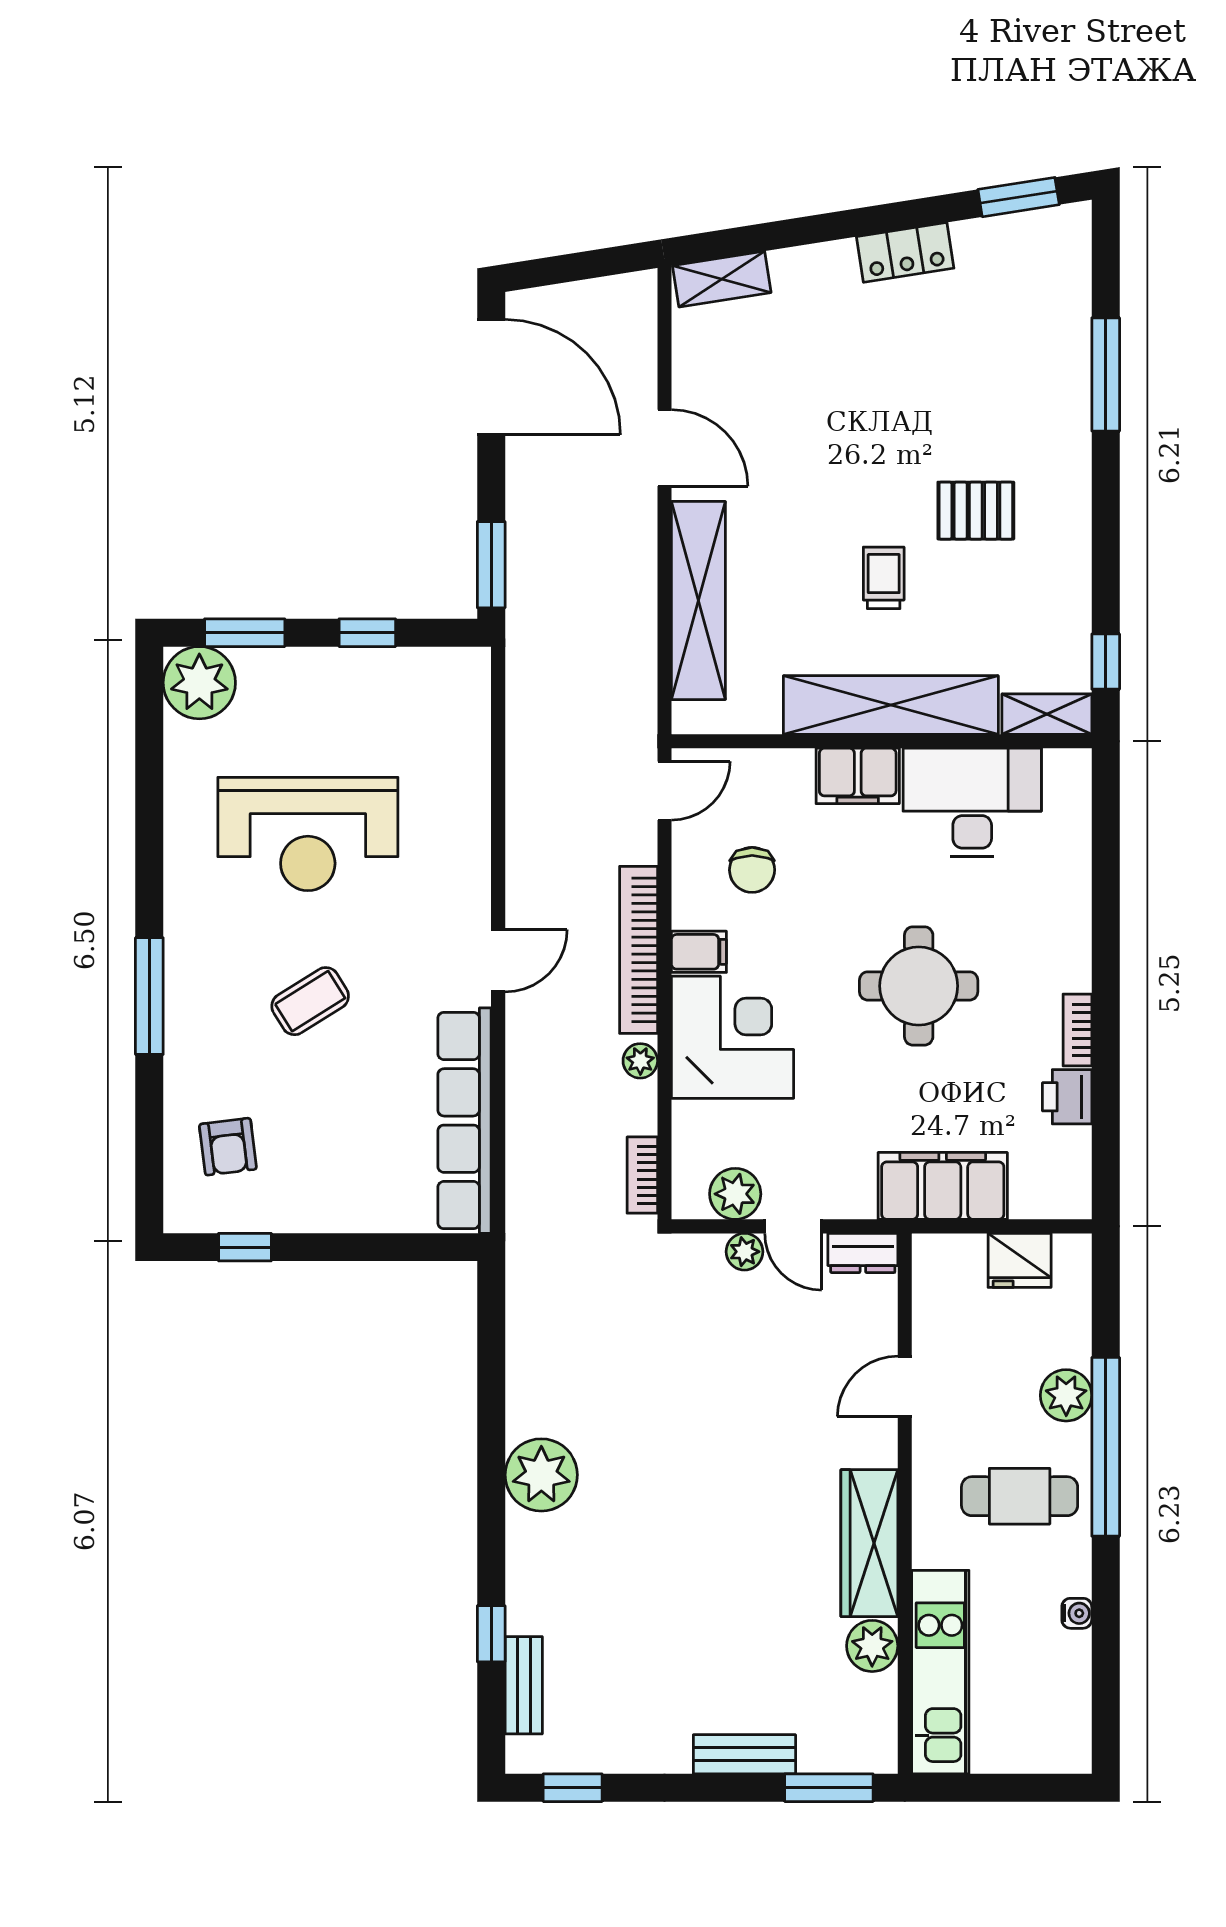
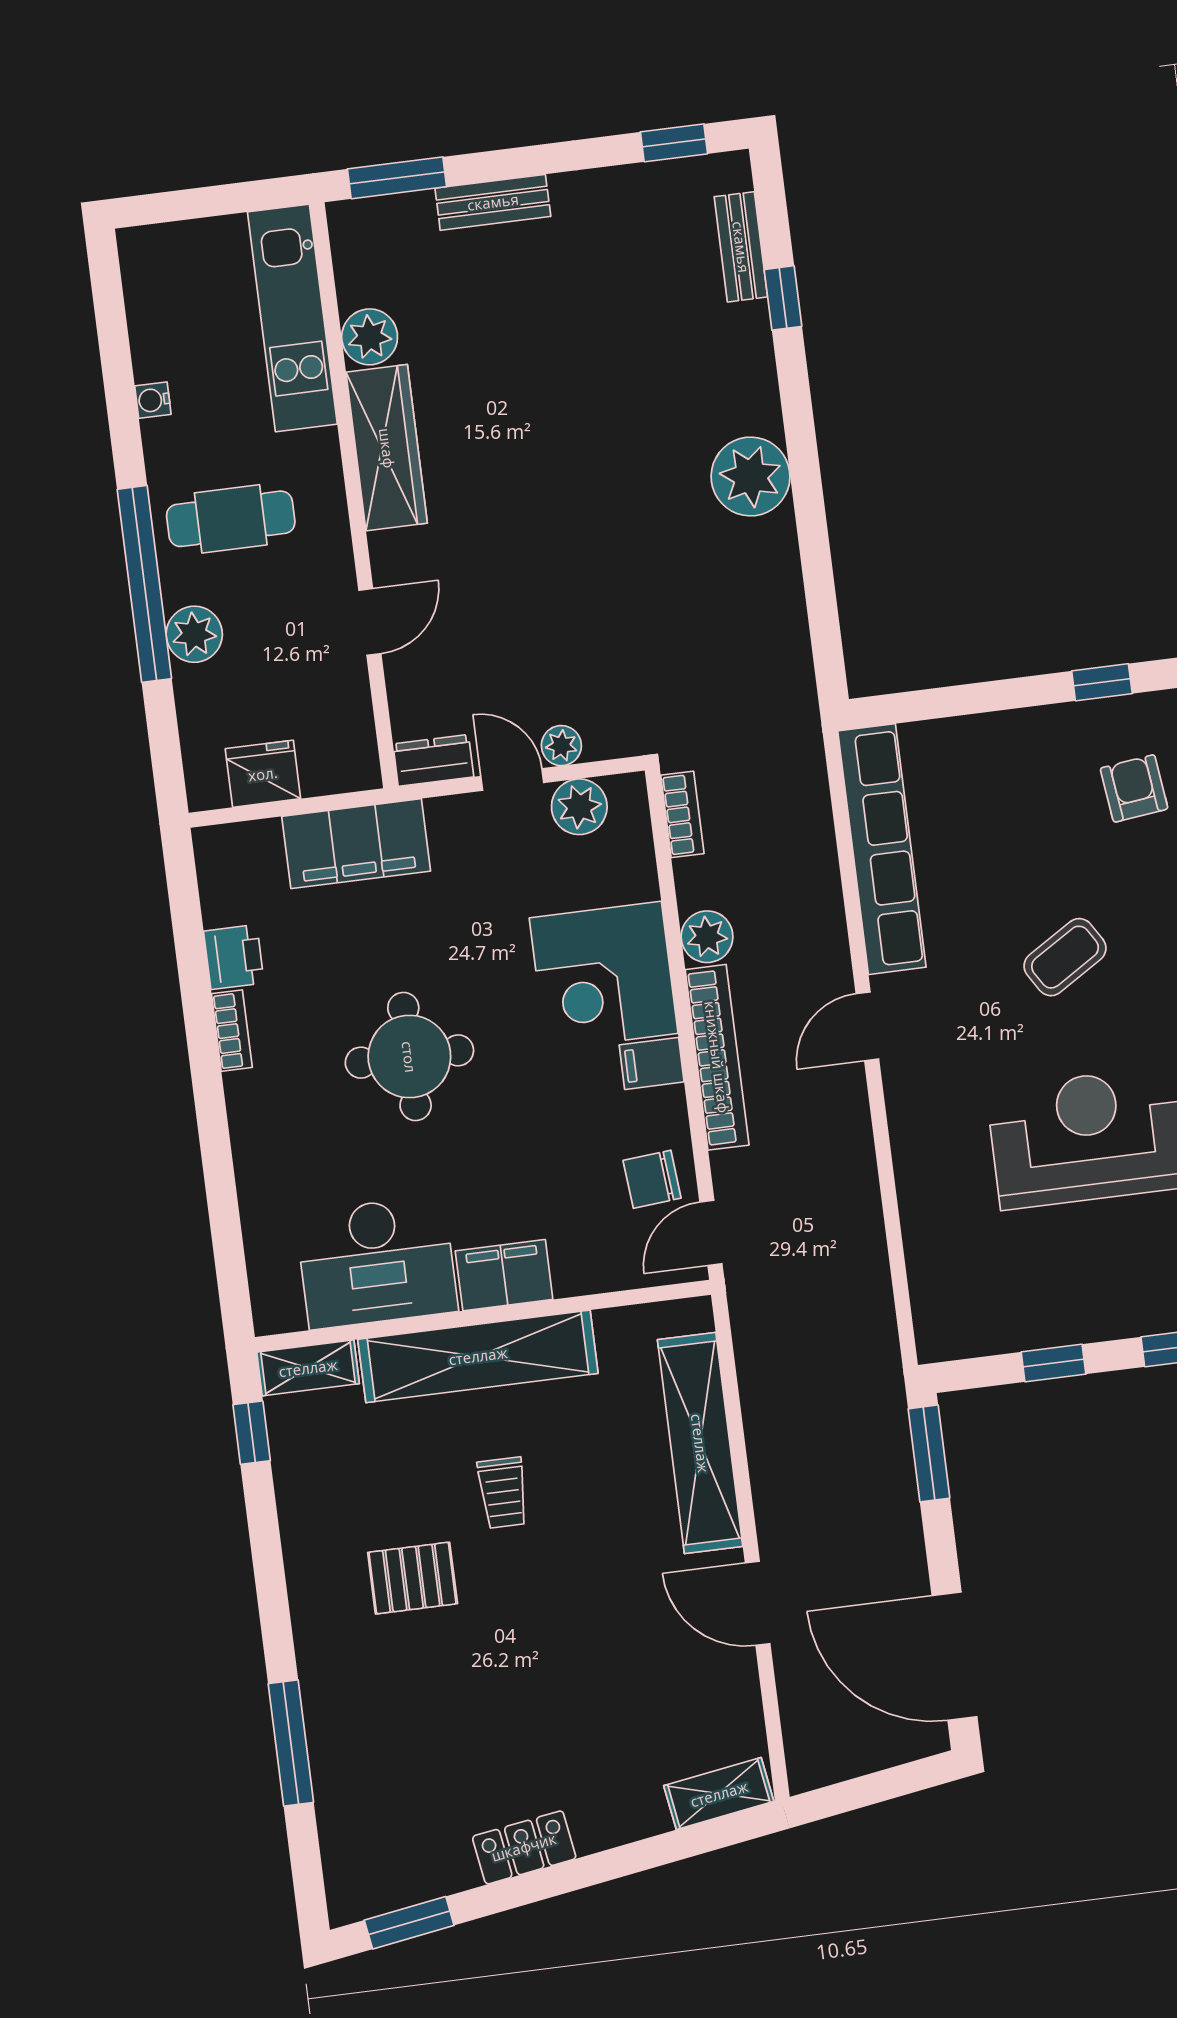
chair: (752, 870) -> (652, 1179), moved, turned -95
plant: (640, 1061) -> (707, 937), width x1.38, depth x1.38

